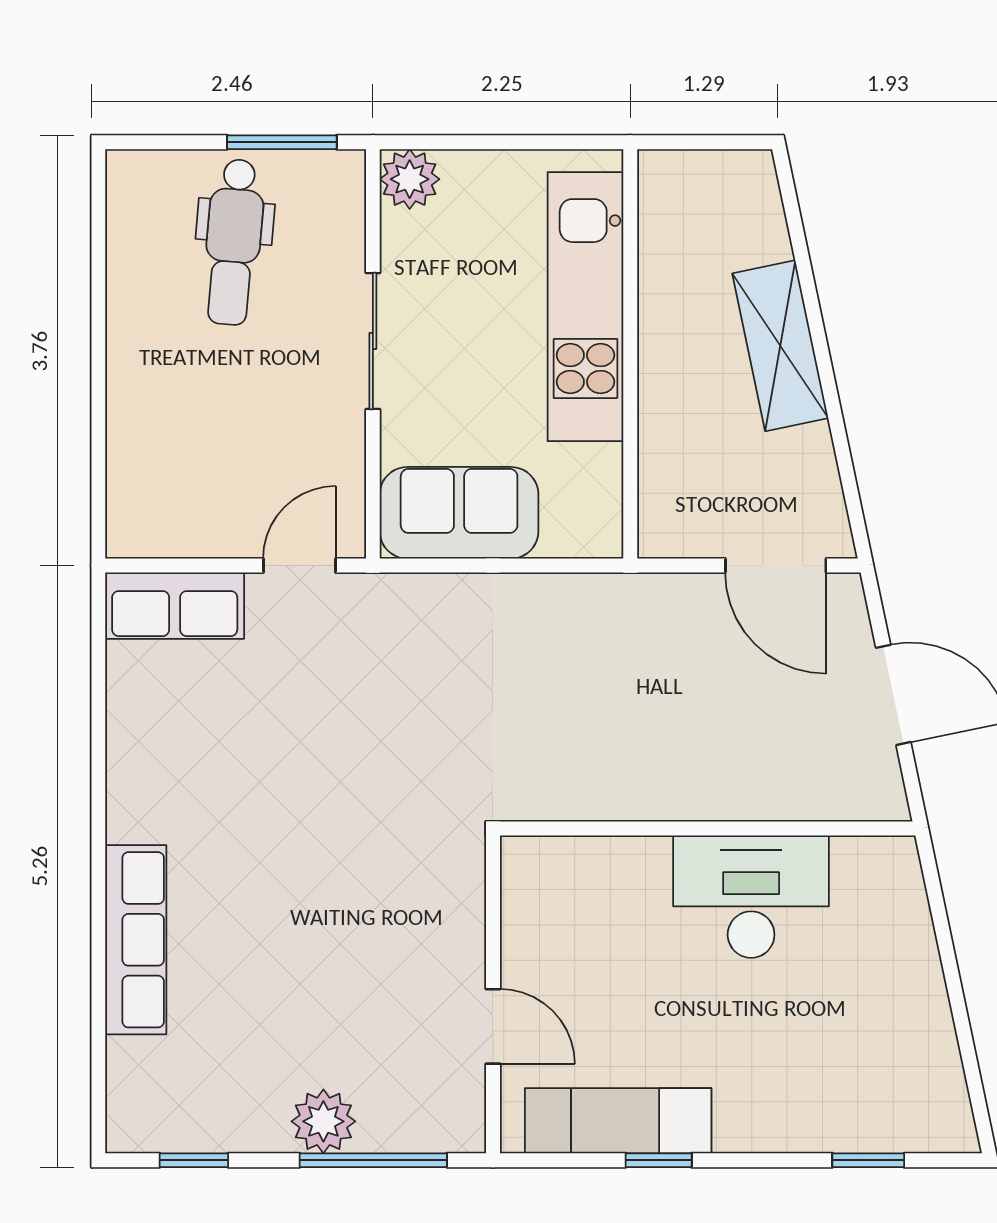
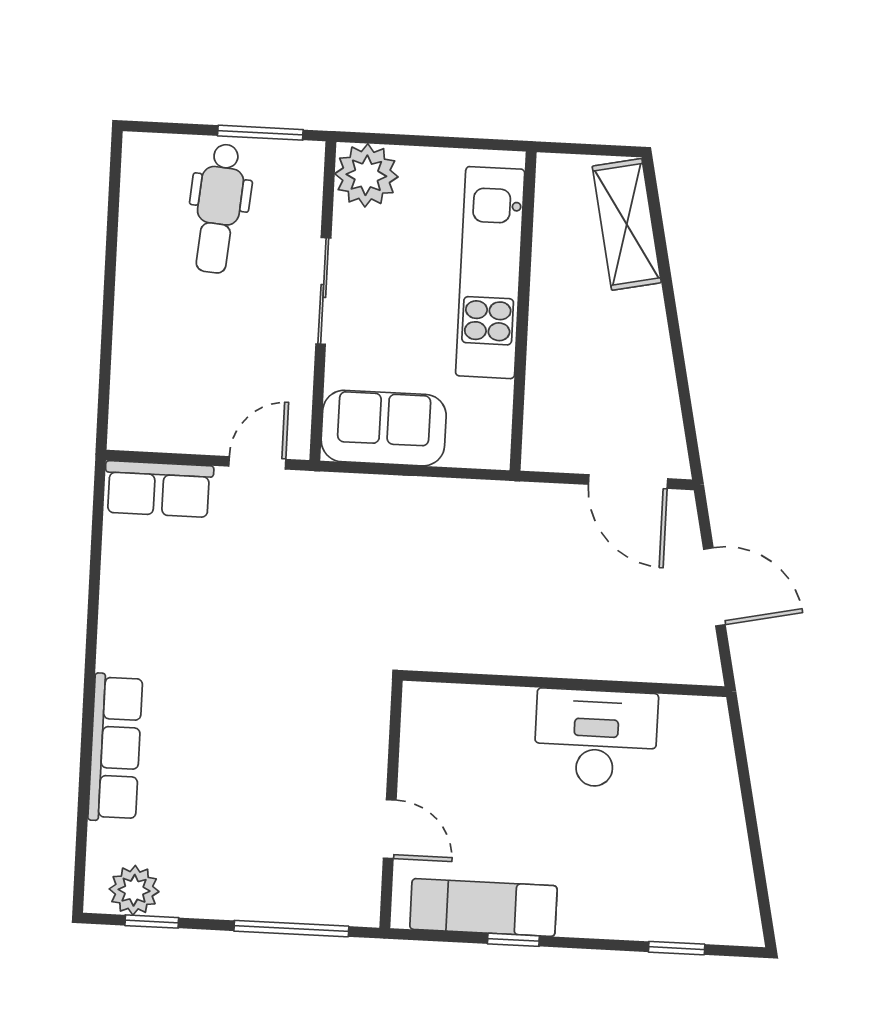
plant: (410, 179) -> (366, 175), width x1.36, depth x1.36
shelving: (780, 346) -> (627, 224), moved
plant: (323, 1121) -> (134, 890), moved

